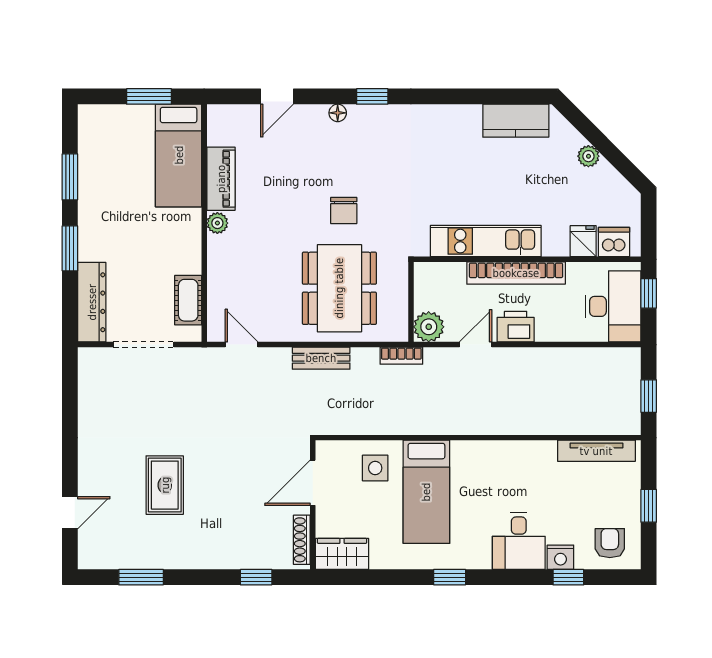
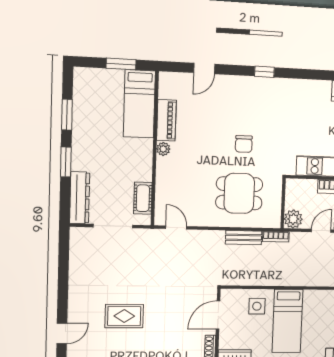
floor lamp: (338, 113) -> (242, 81), removed
dining table: (339, 288) -> (239, 193), width x0.73
bench: (321, 358) -> (244, 238), moved
rug: (165, 485) -> (124, 316), turned 90

